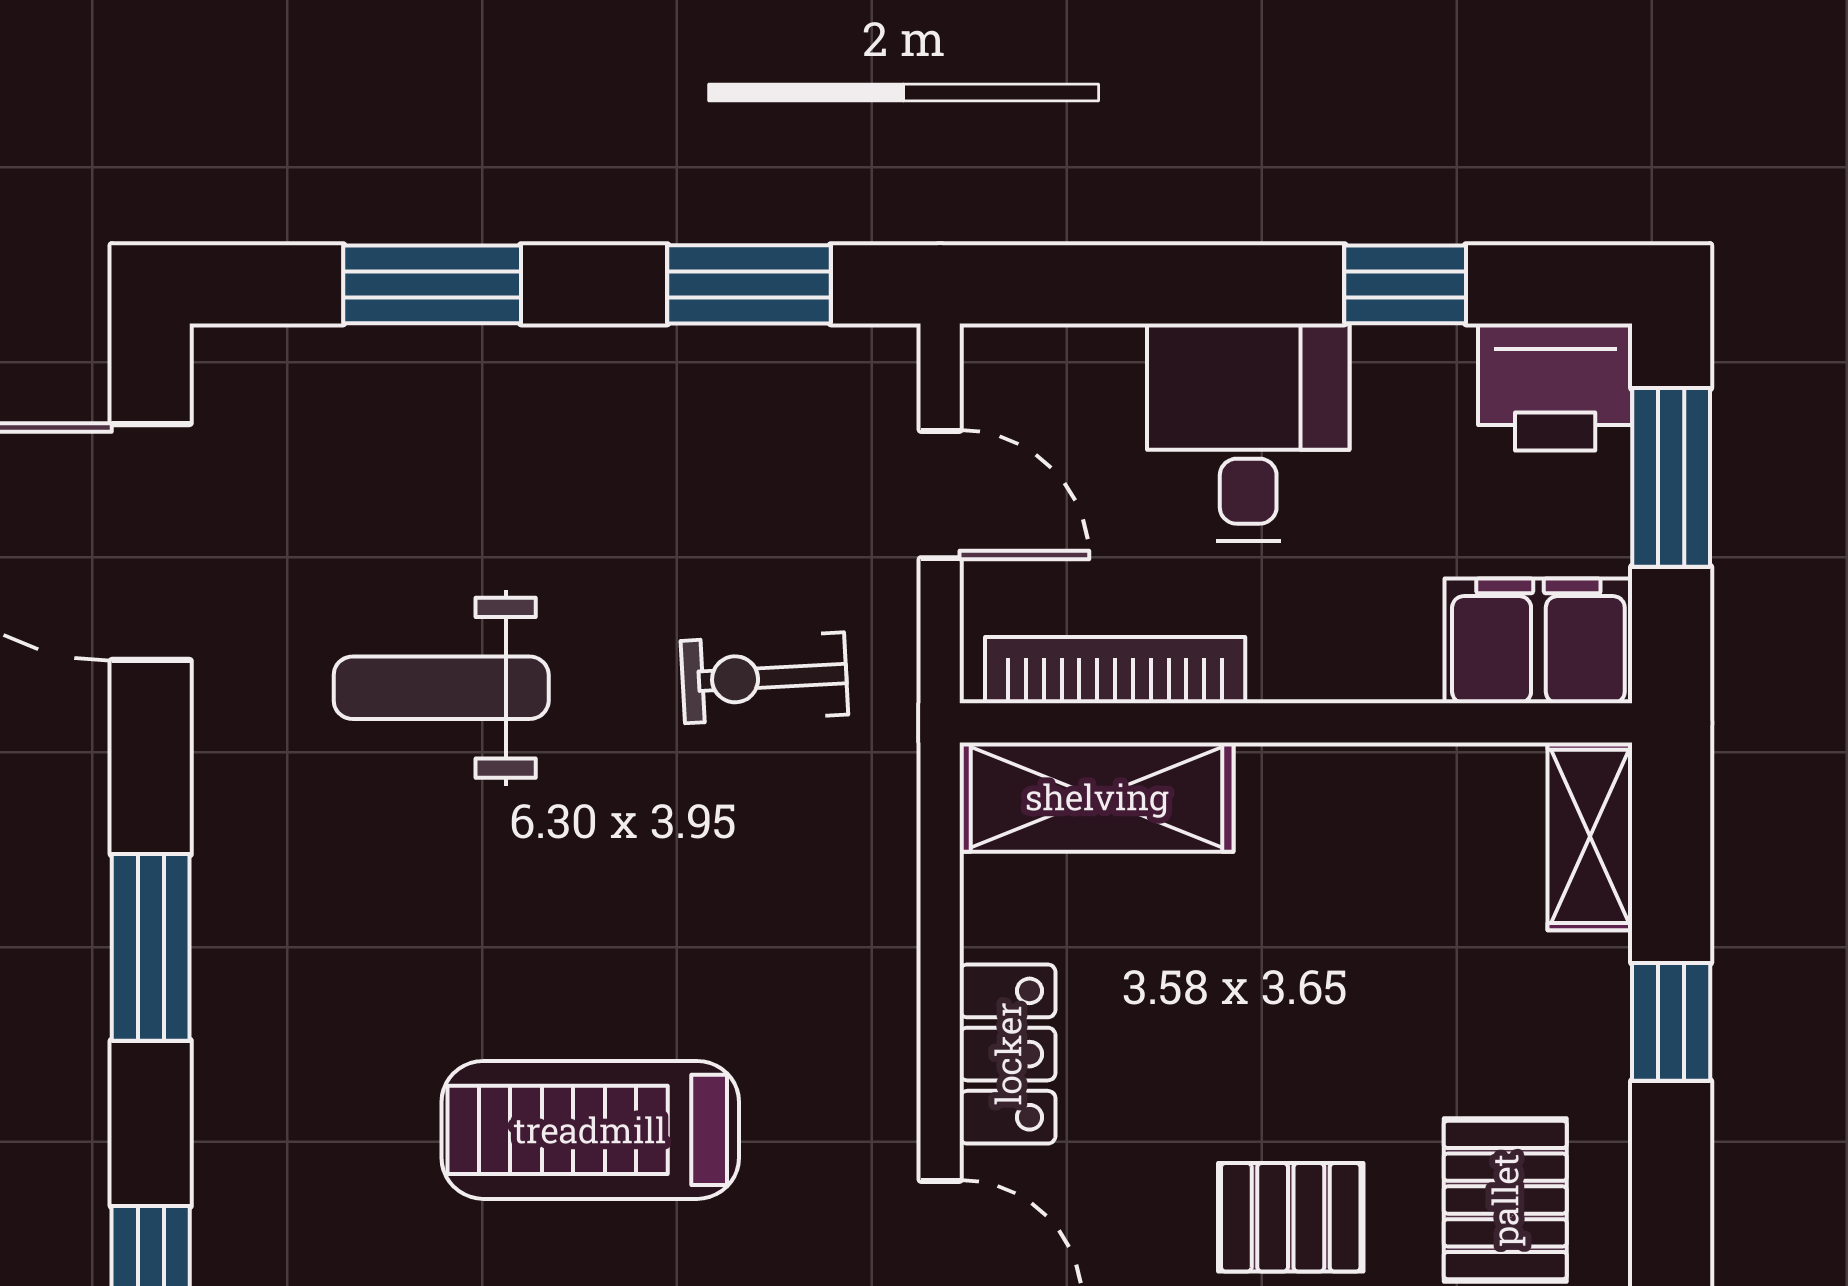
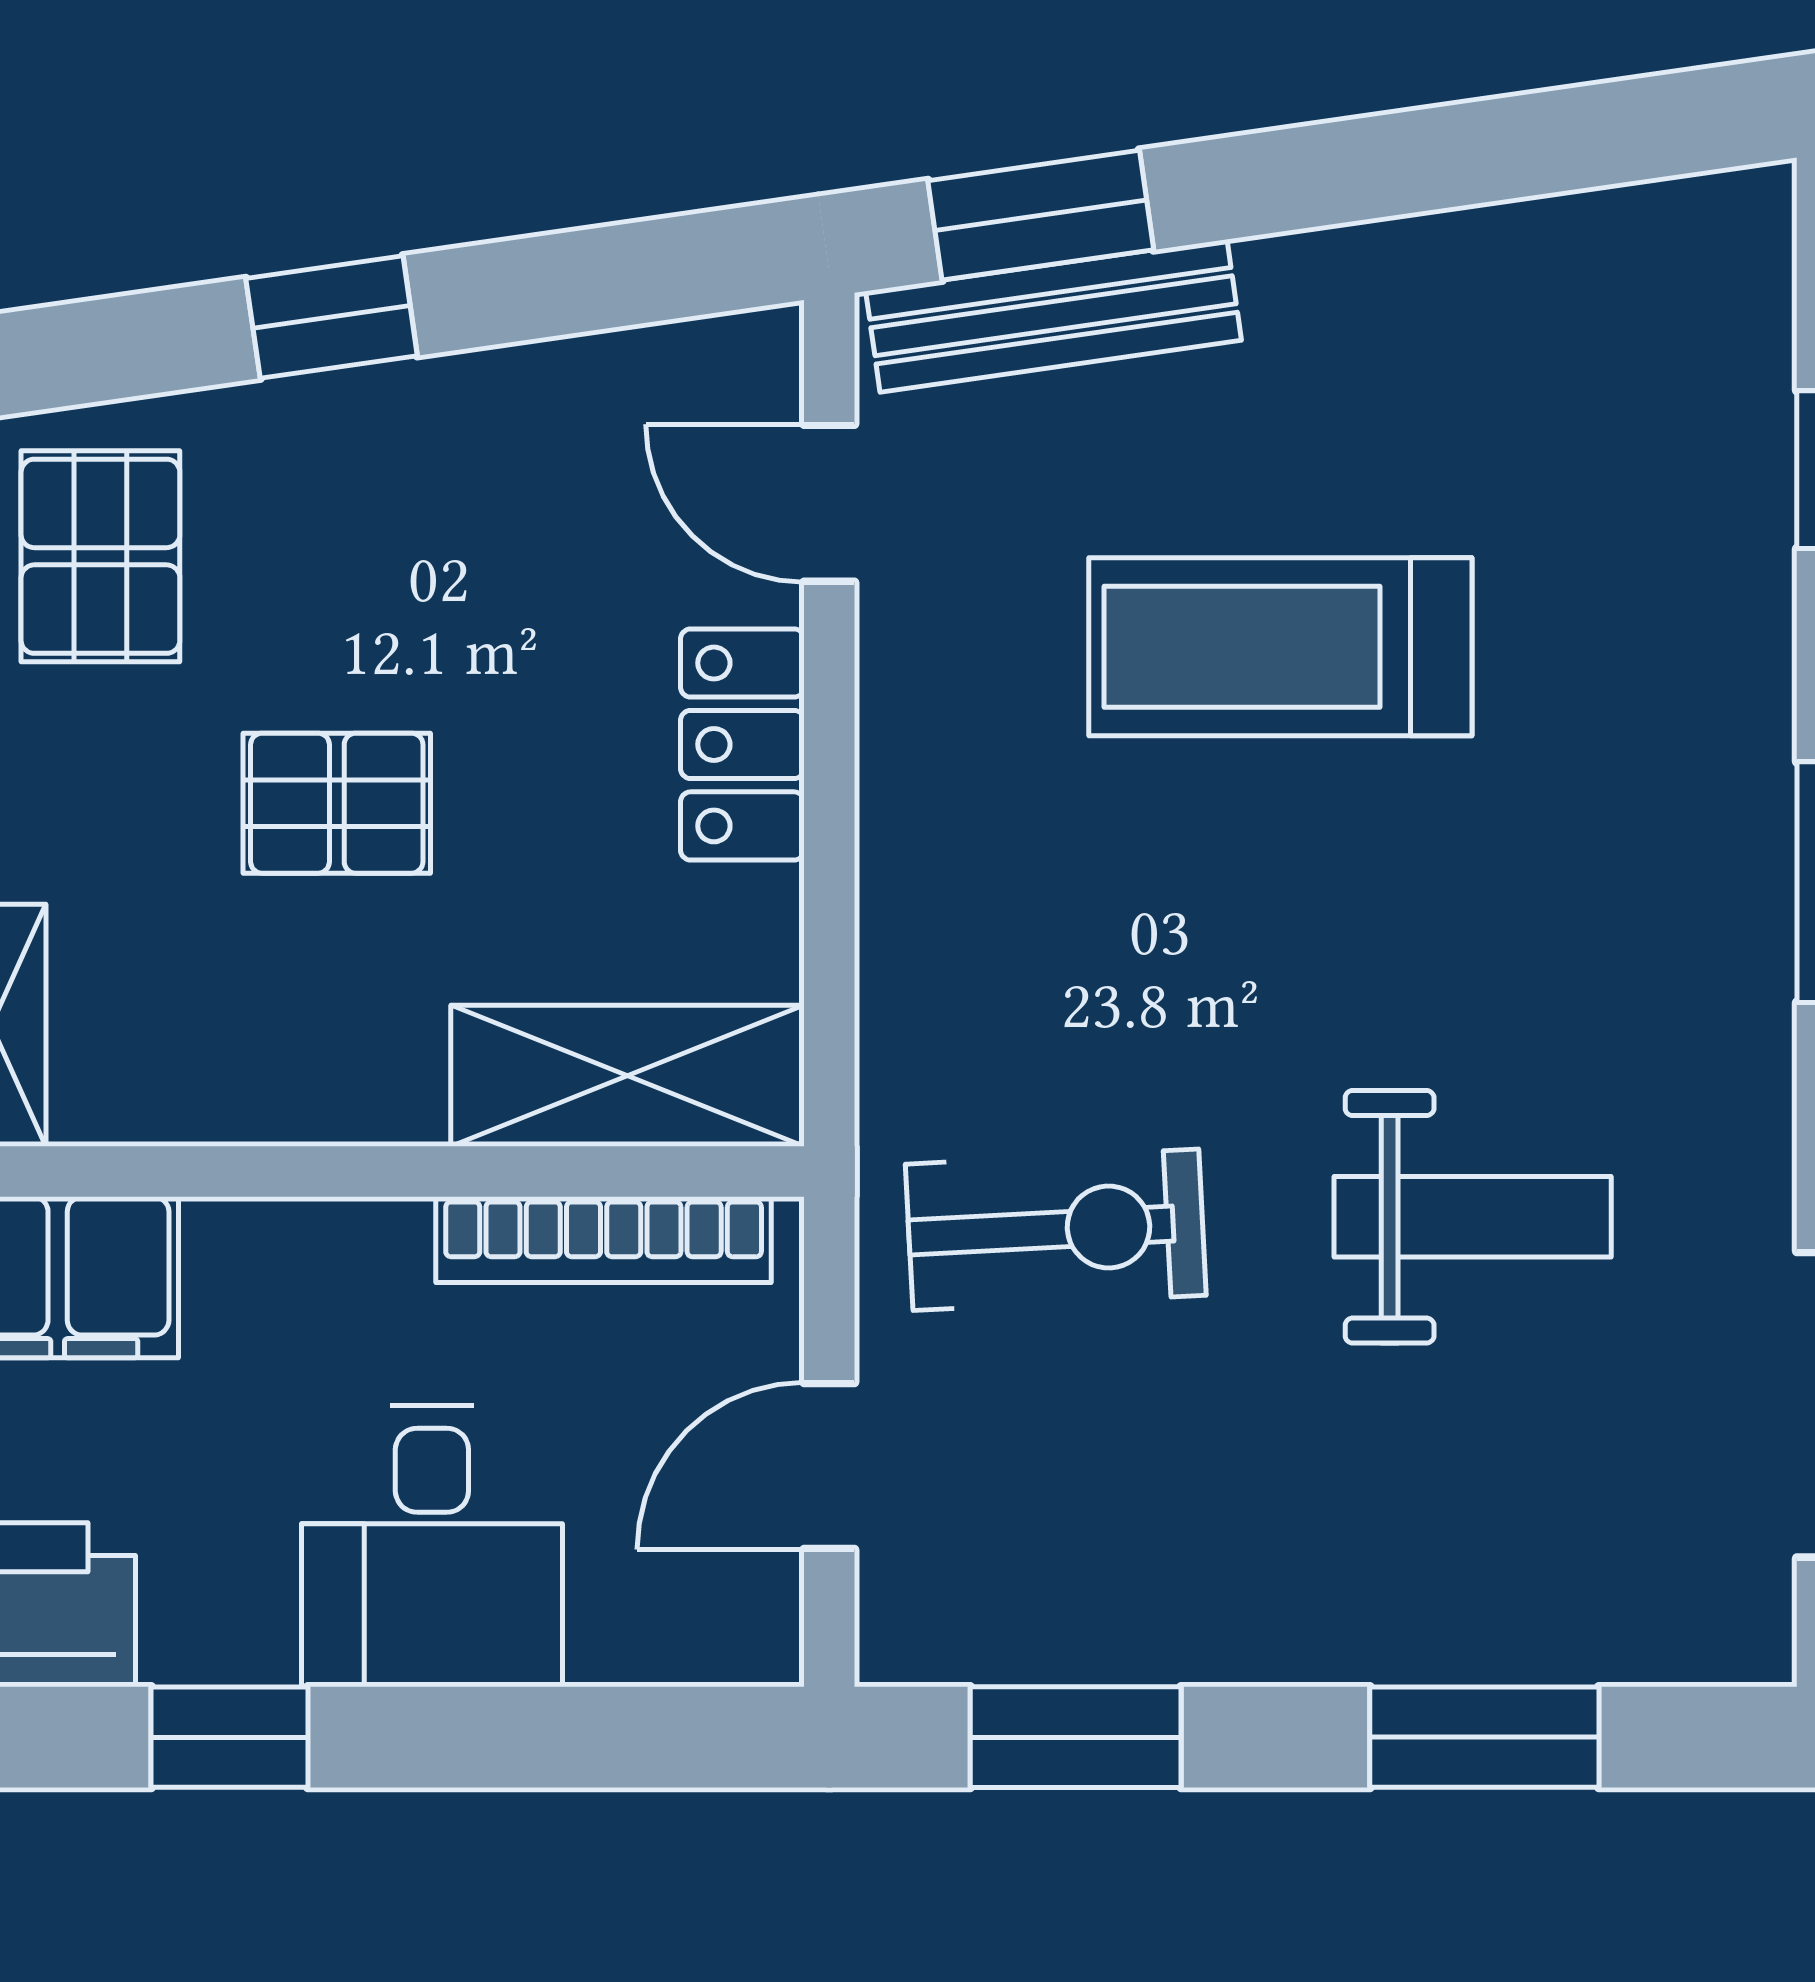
door: (940, 495) -> (829, 1466), hinge flipped
exercise bike: (764, 678) -> (1056, 1230), width x1.38, depth x1.39
treadmill: (590, 1130) -> (1280, 647), turned 180
pallet: (1291, 1217) -> (337, 803), moved

